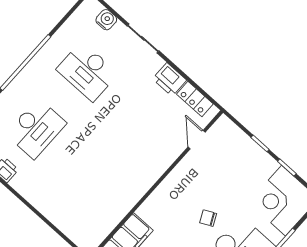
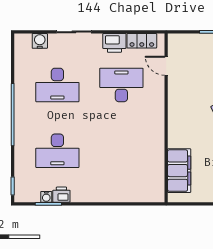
desk: (143, 121) -> (121, 85), added
desk: (36, 129) -> (57, 151), turned 90

